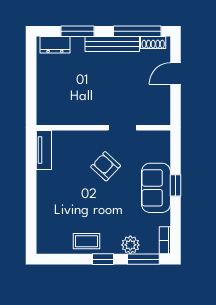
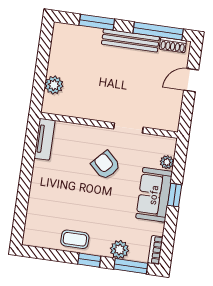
dresser: (55, 45) -> (71, 33), removed
plant: (45, 97) -> (54, 85), added
plant: (164, 155) -> (167, 162), added

